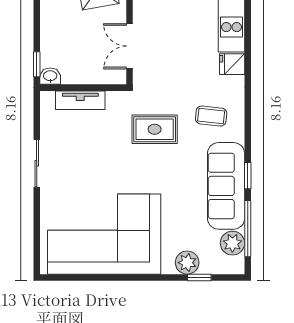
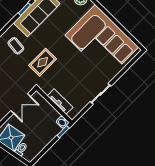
rug: (155, 129) -> (43, 62), turned 90

